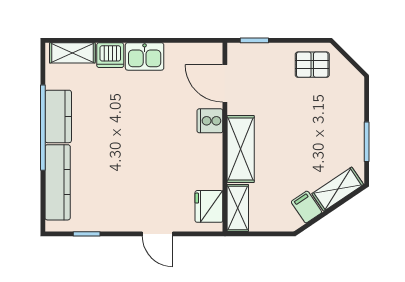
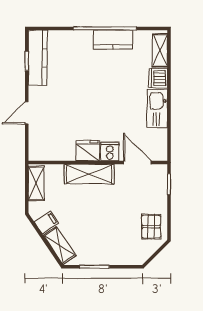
kitchen sink: (145, 56) -> (157, 109), width x1.38
door: (225, 83) -> (137, 162), hinge flipped
kitchen counter: (58, 182) -> (38, 58), moved, turned -90
fridge: (209, 206) -> (88, 151), moved
shelving: (238, 208) -> (36, 183), moved, turned 90

